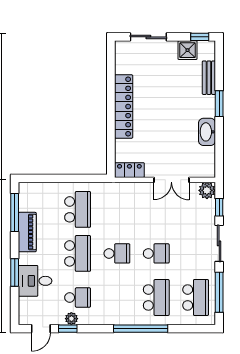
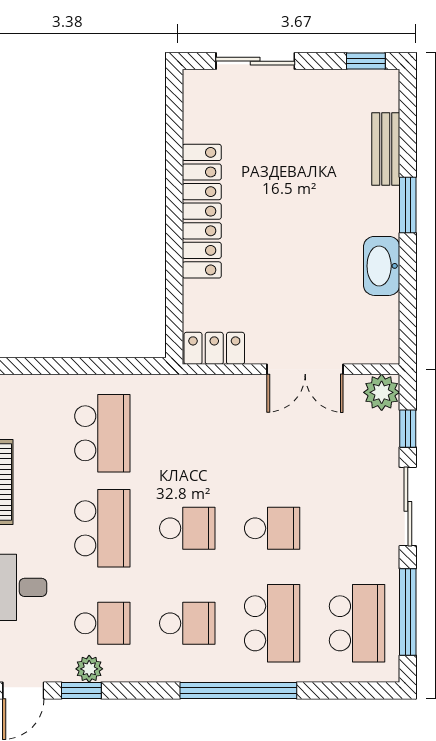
shower: (188, 50) -> (340, 90), removed
school desk: (117, 297) -> (187, 623), added

